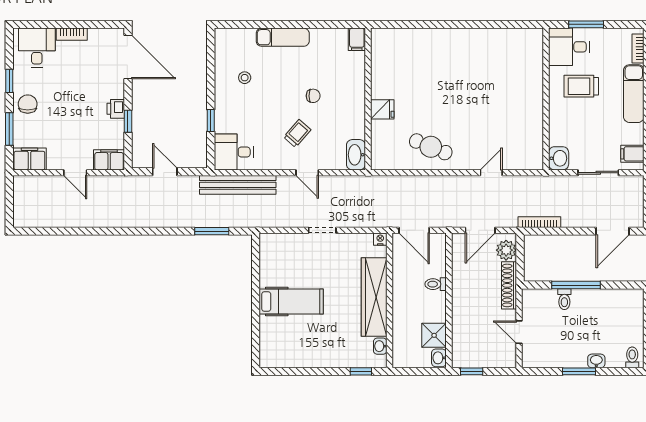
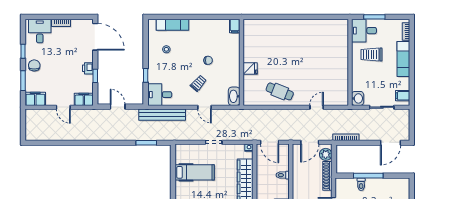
exam couch: (283, 37) -> (173, 25), moved
hospital bed: (291, 301) -> (195, 172), moved

